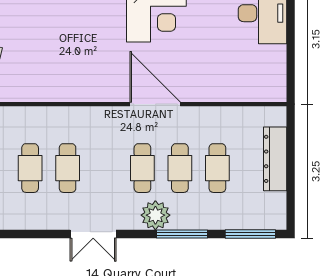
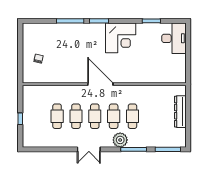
door: (155, 104) -> (100, 84), moved
cafe table: (217, 168) -> (95, 116), moved

